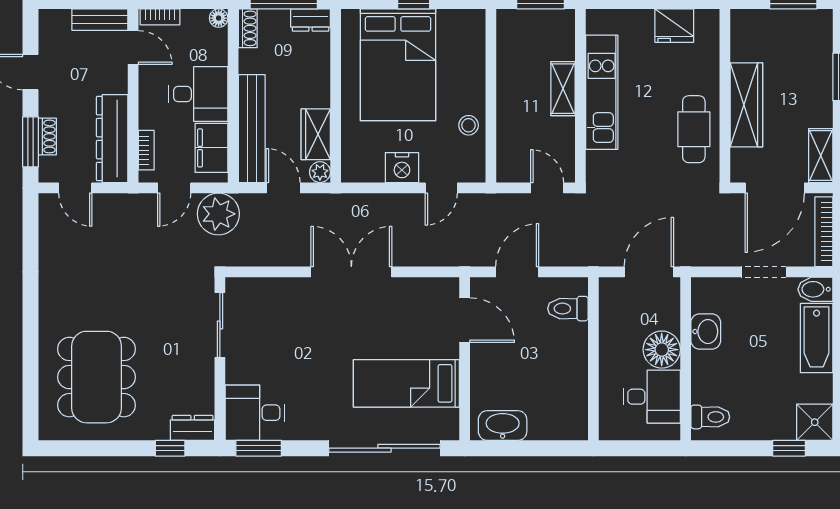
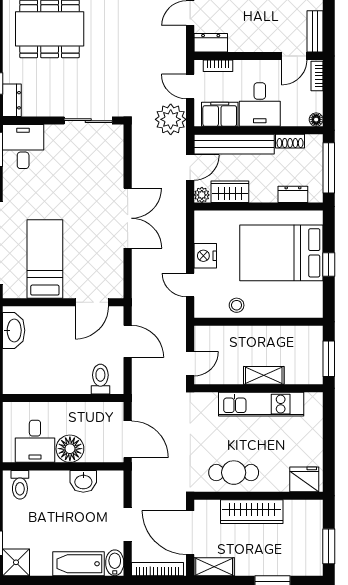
dresser: (311, 20) -> (293, 194), moved, turned 90
fridge: (674, 26) -> (304, 479), moved, turned 90
shoe rack: (248, 28) -> (290, 141), moved
dresser: (112, 139) -> (211, 43), width x0.51, depth x0.80

